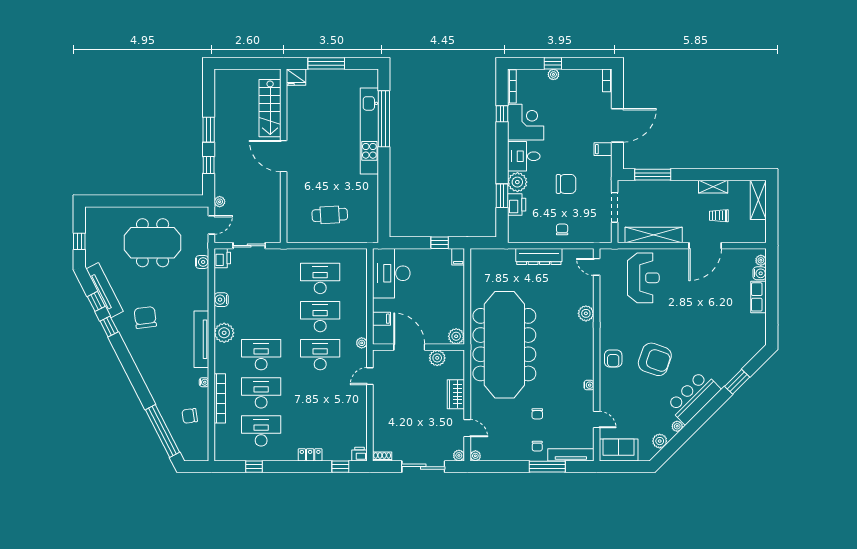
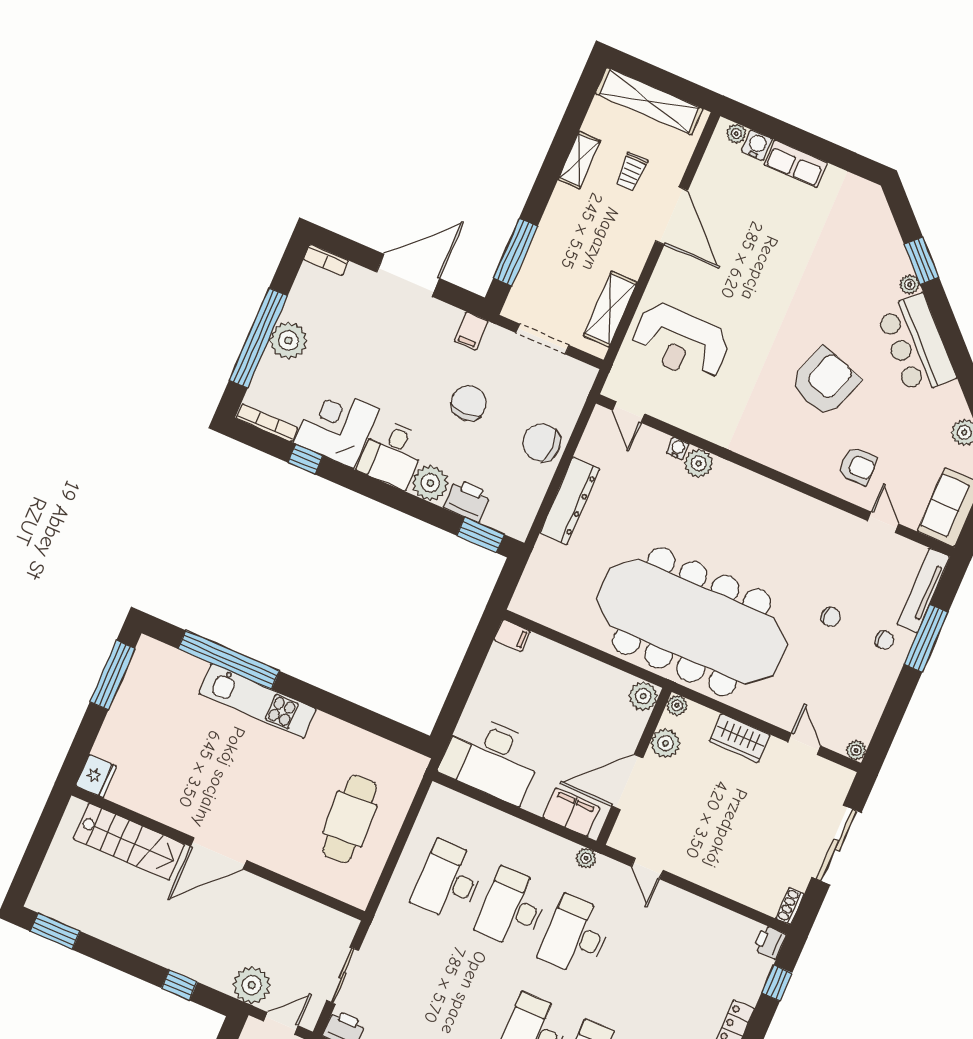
window: (326, 63) -> (112, 675), moved
window: (553, 63) -> (258, 338), width x3.17
plant: (553, 74) -> (289, 341), width x1.87, depth x1.87
door: (617, 125) -> (408, 275), hinge flipped
window: (209, 130) -> (55, 931), moved
kitchen unit: (369, 131) -> (258, 701), width x0.73
filing cabinet: (603, 149) -> (471, 331), moved
window: (502, 196) -> (481, 535), moved
shelving: (758, 200) -> (649, 101), width x1.47
plant: (220, 202) -> (252, 985), width x1.88, depth x1.88
cafe table: (330, 215) -> (350, 819), width x1.37, depth x1.35
door: (211, 225) -> (281, 1023), hinge flipped
chair: (562, 229) -> (542, 443), width x1.87, depth x1.87
shelving: (654, 235) -> (610, 309), width x0.68
window: (440, 243) -> (475, 656), removed
door: (597, 267) -> (629, 412), hinge flipped
reception desk: (643, 278) -> (681, 342), turned 180
filing cabinet: (382, 319) -> (571, 812), width x2.00
armchair: (613, 359) -> (858, 466), moved
water cooler: (589, 385) -> (678, 448), moved
door: (597, 420) -> (883, 522), hinge flipped
plant: (677, 426) -> (910, 284), moved
door: (467, 428) -> (804, 744), hinge flipped
plant: (459, 455) -> (677, 705), moved

